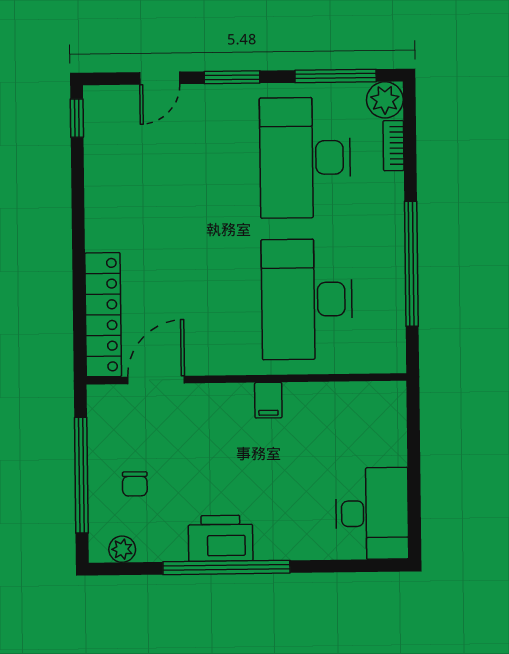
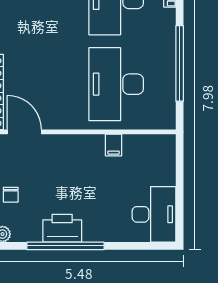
door: (156, 380) -> (24, 132), hinge flipped
filing cabinet: (268, 400) -> (114, 145), moved

